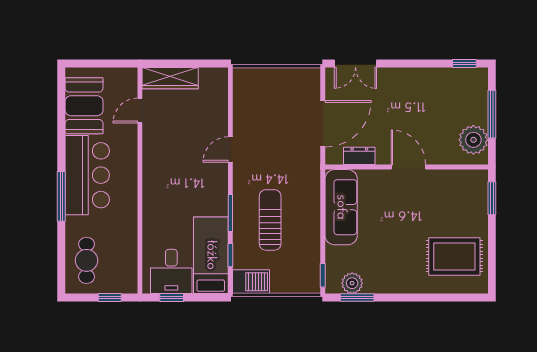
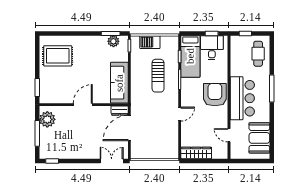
wardrobe: (170, 78) -> (196, 153), moved
door: (140, 111) -> (229, 135), swing flipped
dresser: (359, 156) -> (120, 111), moved
door: (408, 167) -> (83, 105), swing flipped
bar counter: (87, 175) -> (242, 98), moved, turned 180
armchair: (166, 185) -> (215, 95), added
barbecue: (251, 282) -> (150, 42), moved

